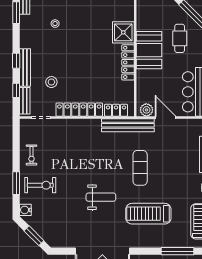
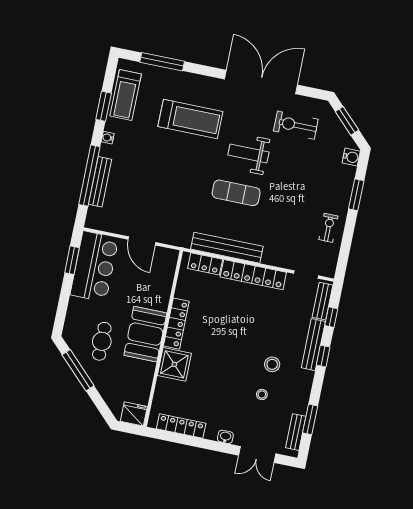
stool: (51, 82) -> (272, 364), moved
plant: (146, 110) -> (165, 256), removed
bench: (128, 125) -> (227, 248), moved
exercise mat: (140, 168) -> (236, 193), moved, turned 90
exercise bike: (40, 185) -> (296, 125), moved

